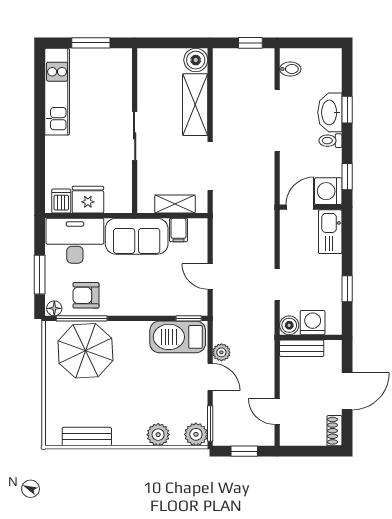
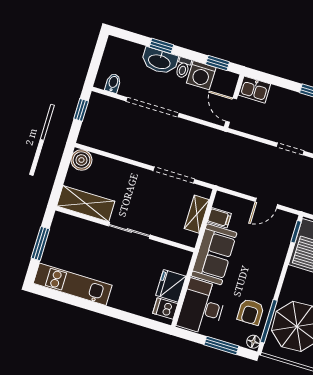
shelving: (195, 105) -> (86, 204), moved
washing machine: (328, 191) -> (201, 75), moved
kitchen sink: (330, 232) -> (254, 90), width x0.73

